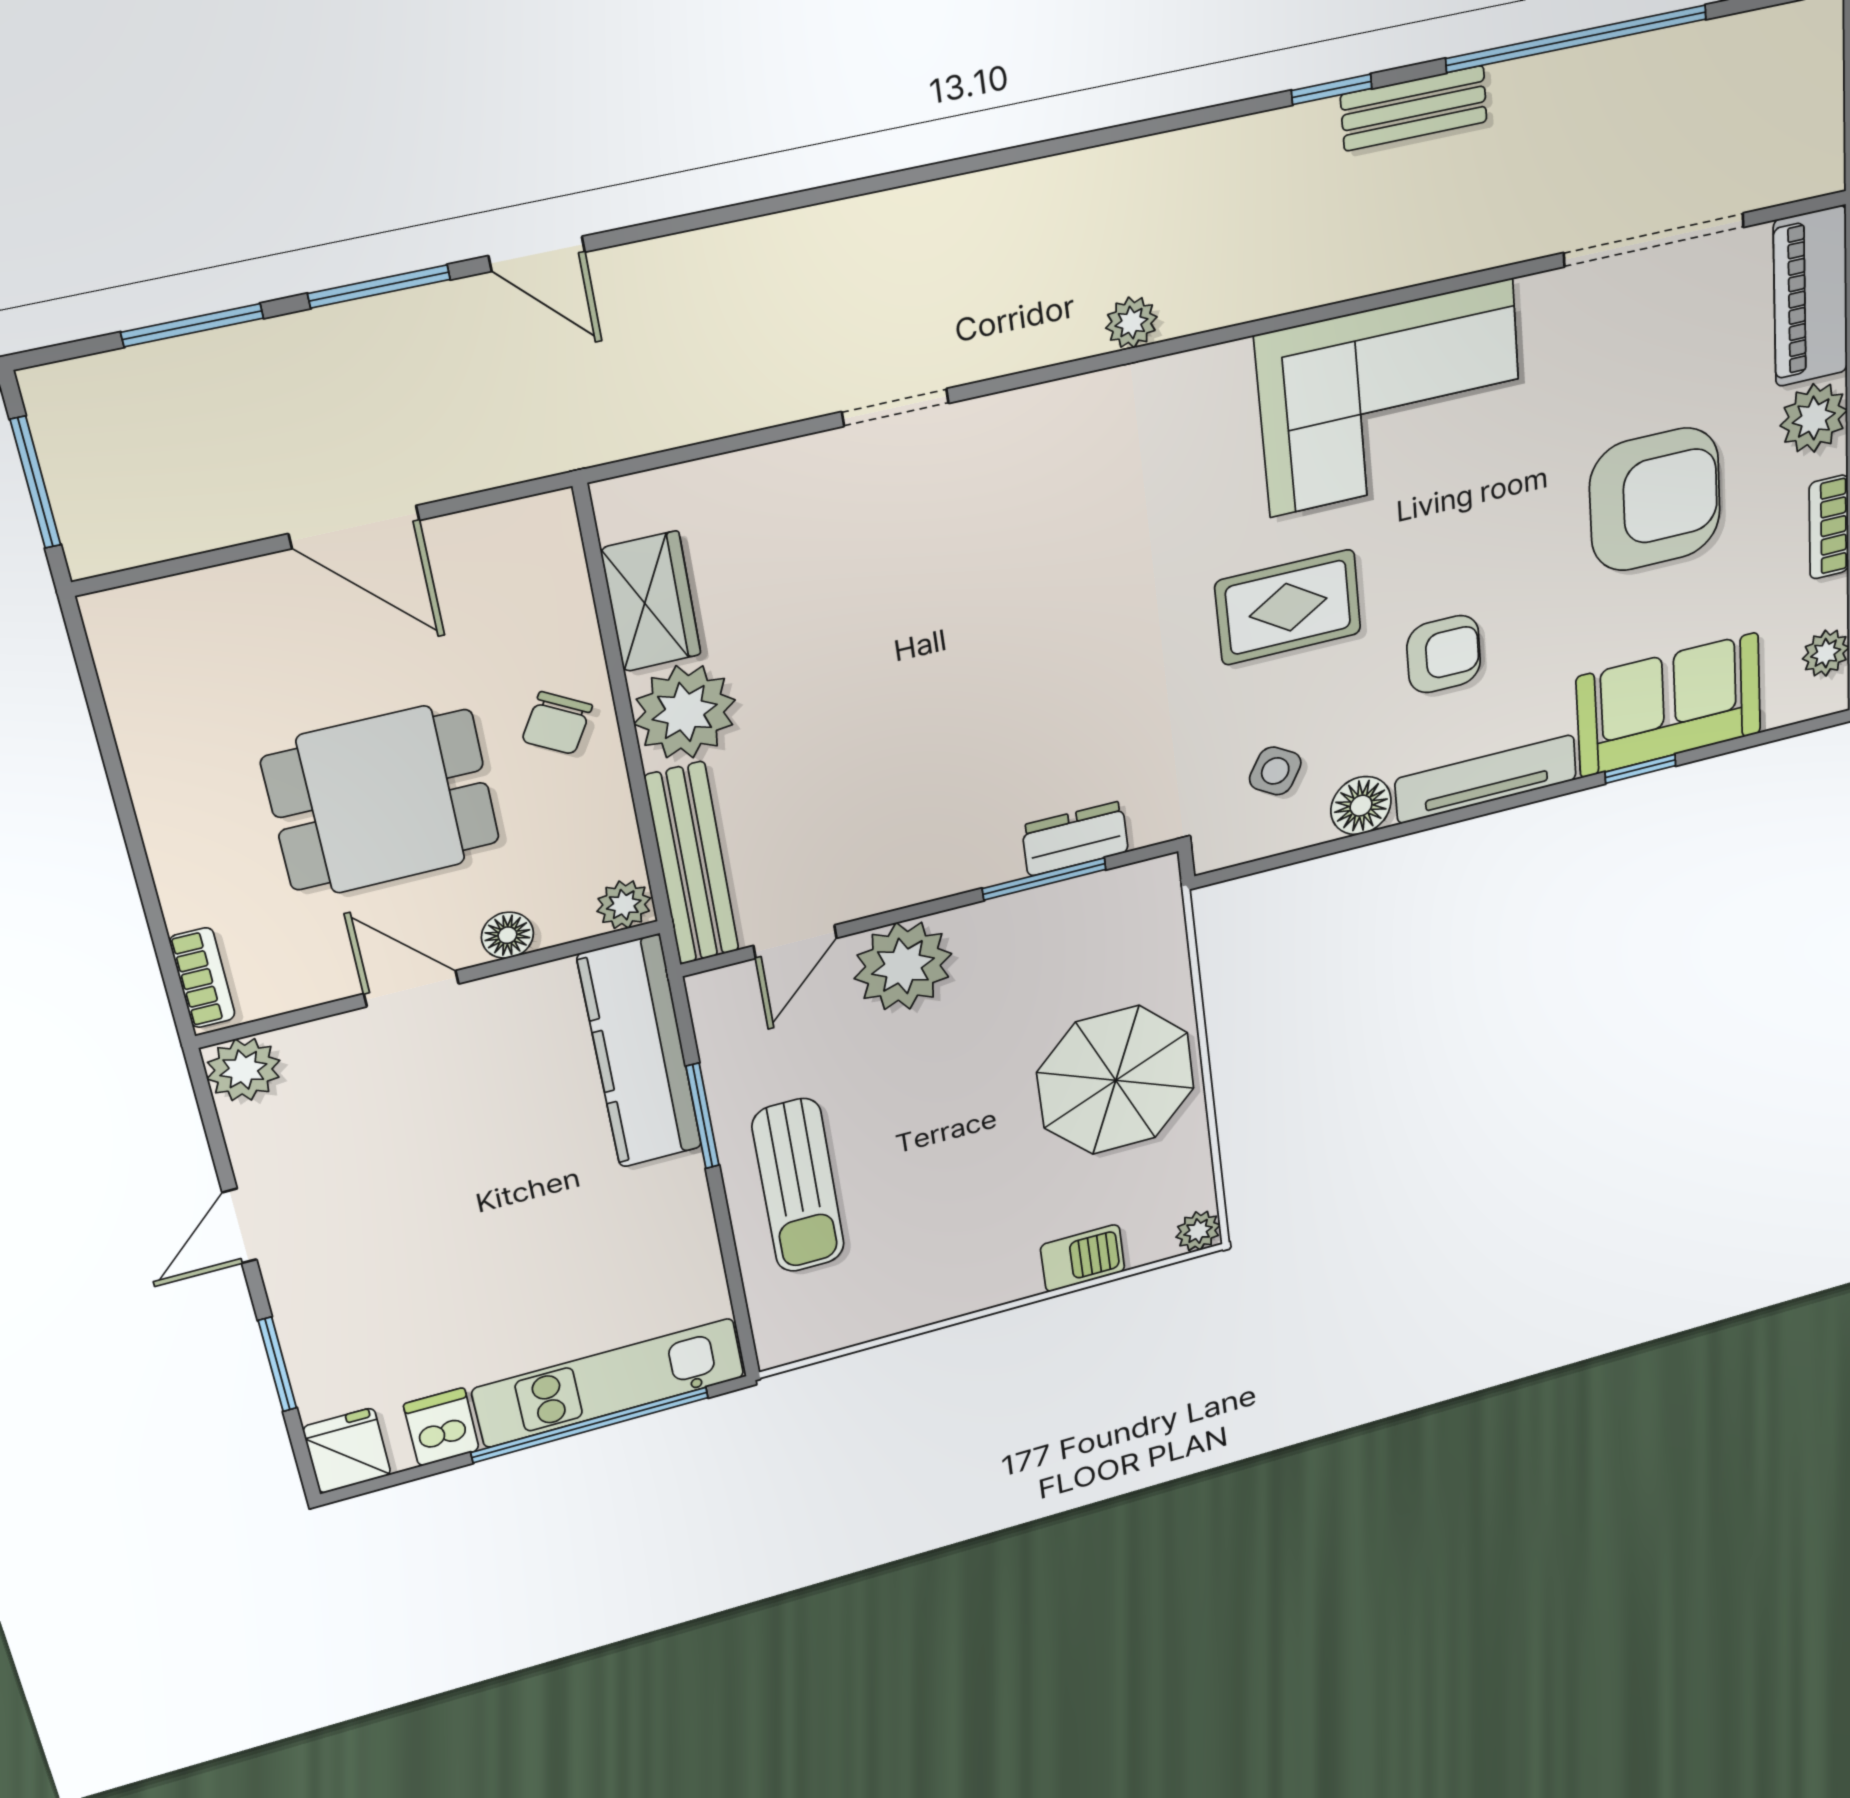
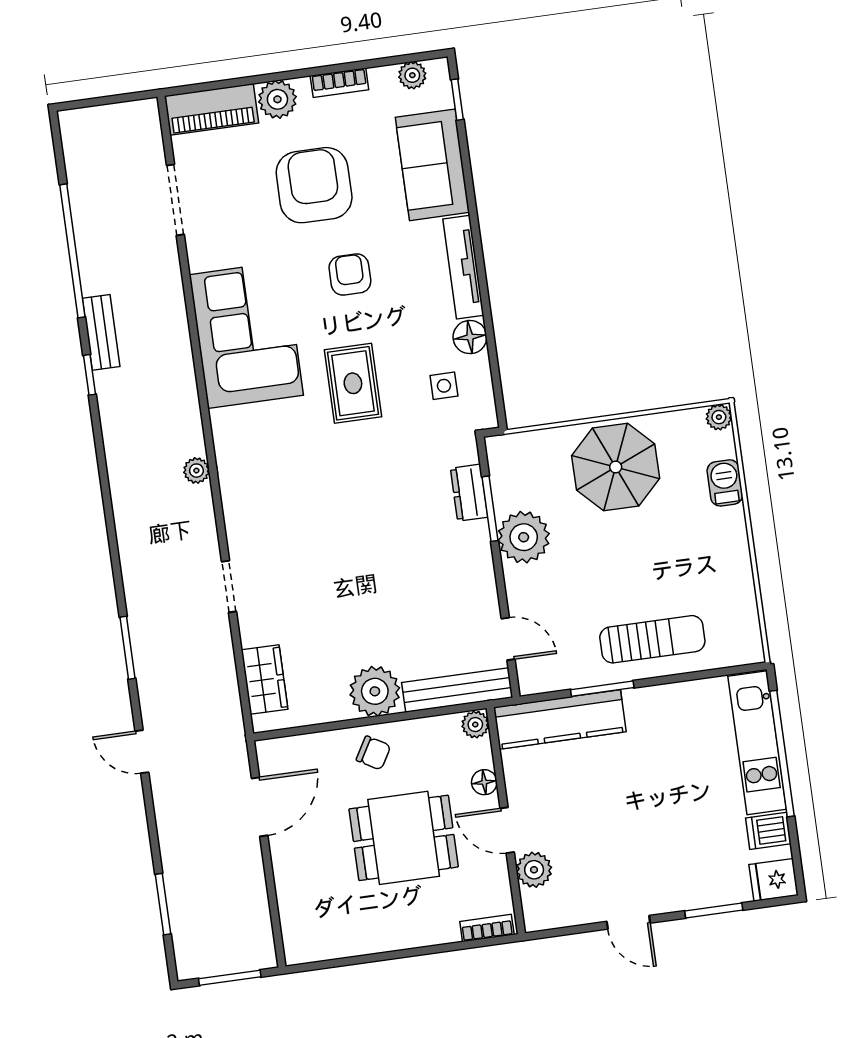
doorway: (1654, 240) -> (175, 200), width x0.73
door: (537, 254) -> (142, 752), swing flipped
window: (379, 287) -> (127, 648), moved
door: (354, 527) -> (260, 807), moved
wardrobe: (651, 602) -> (265, 680), moved, turned 90
armchair: (1444, 654) -> (350, 275), moved
window: (1640, 769) -> (457, 100), moved
side table: (1275, 771) -> (444, 386), turned -31
dining table: (381, 800) -> (404, 838), turned 90
plant: (903, 966) -> (524, 537), moved
door: (411, 989) -> (507, 830), hinge flipped
plant: (243, 1070) -> (534, 870), moved

